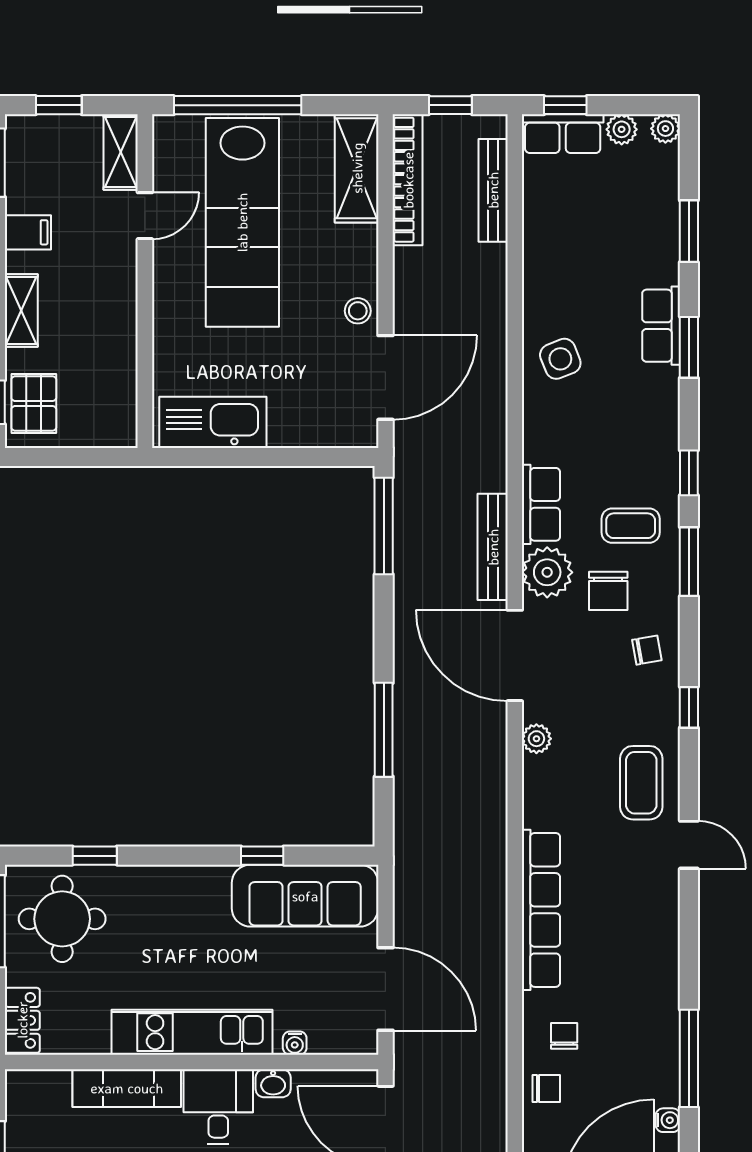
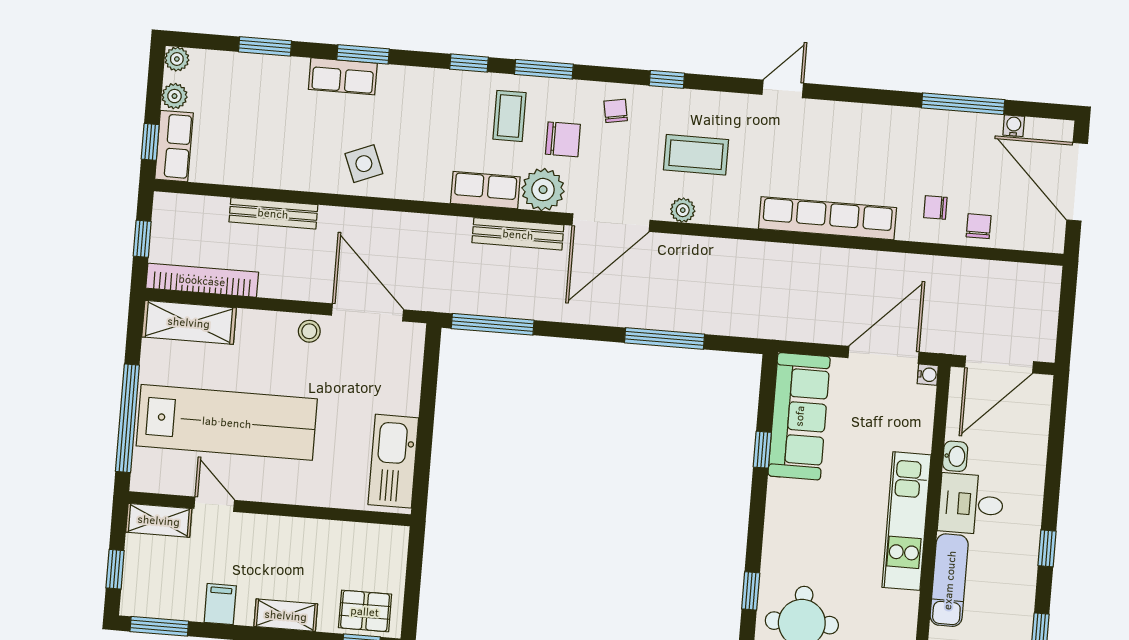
bench: (493, 190) -> (273, 213), moved
coffee table: (641, 783) -> (696, 155), moved
water cooler: (295, 1043) -> (928, 375), moved

